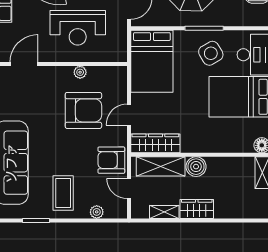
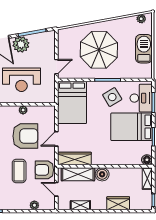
coffee table: (63, 193) -> (19, 171), moved
wardrobe: (197, 209) -> (118, 203), moved

